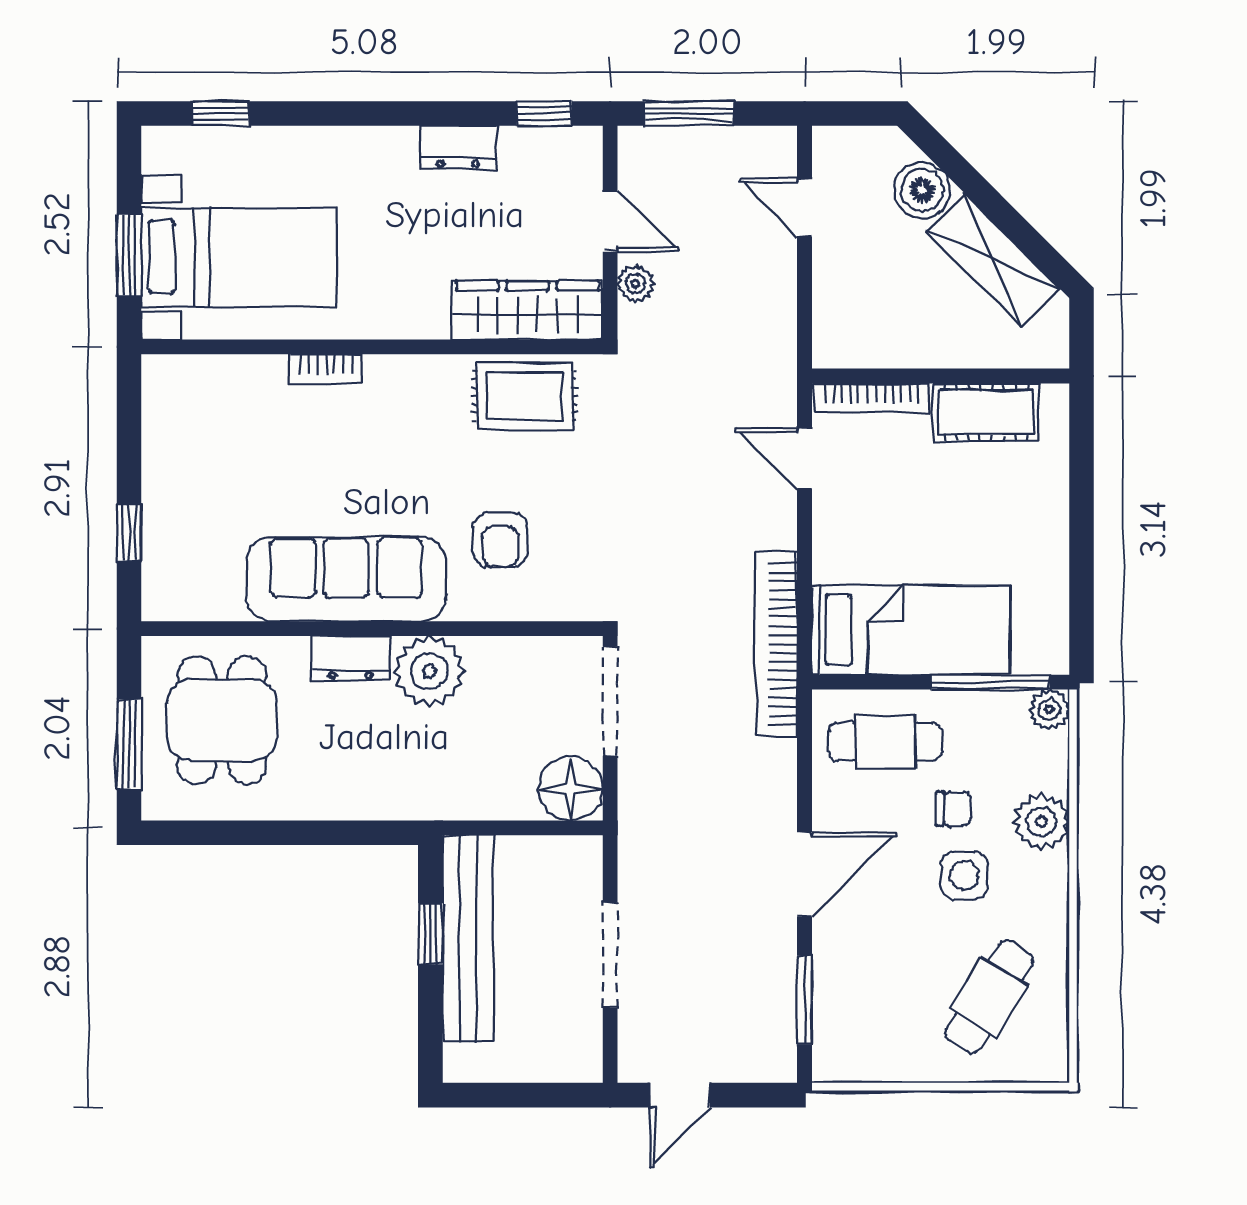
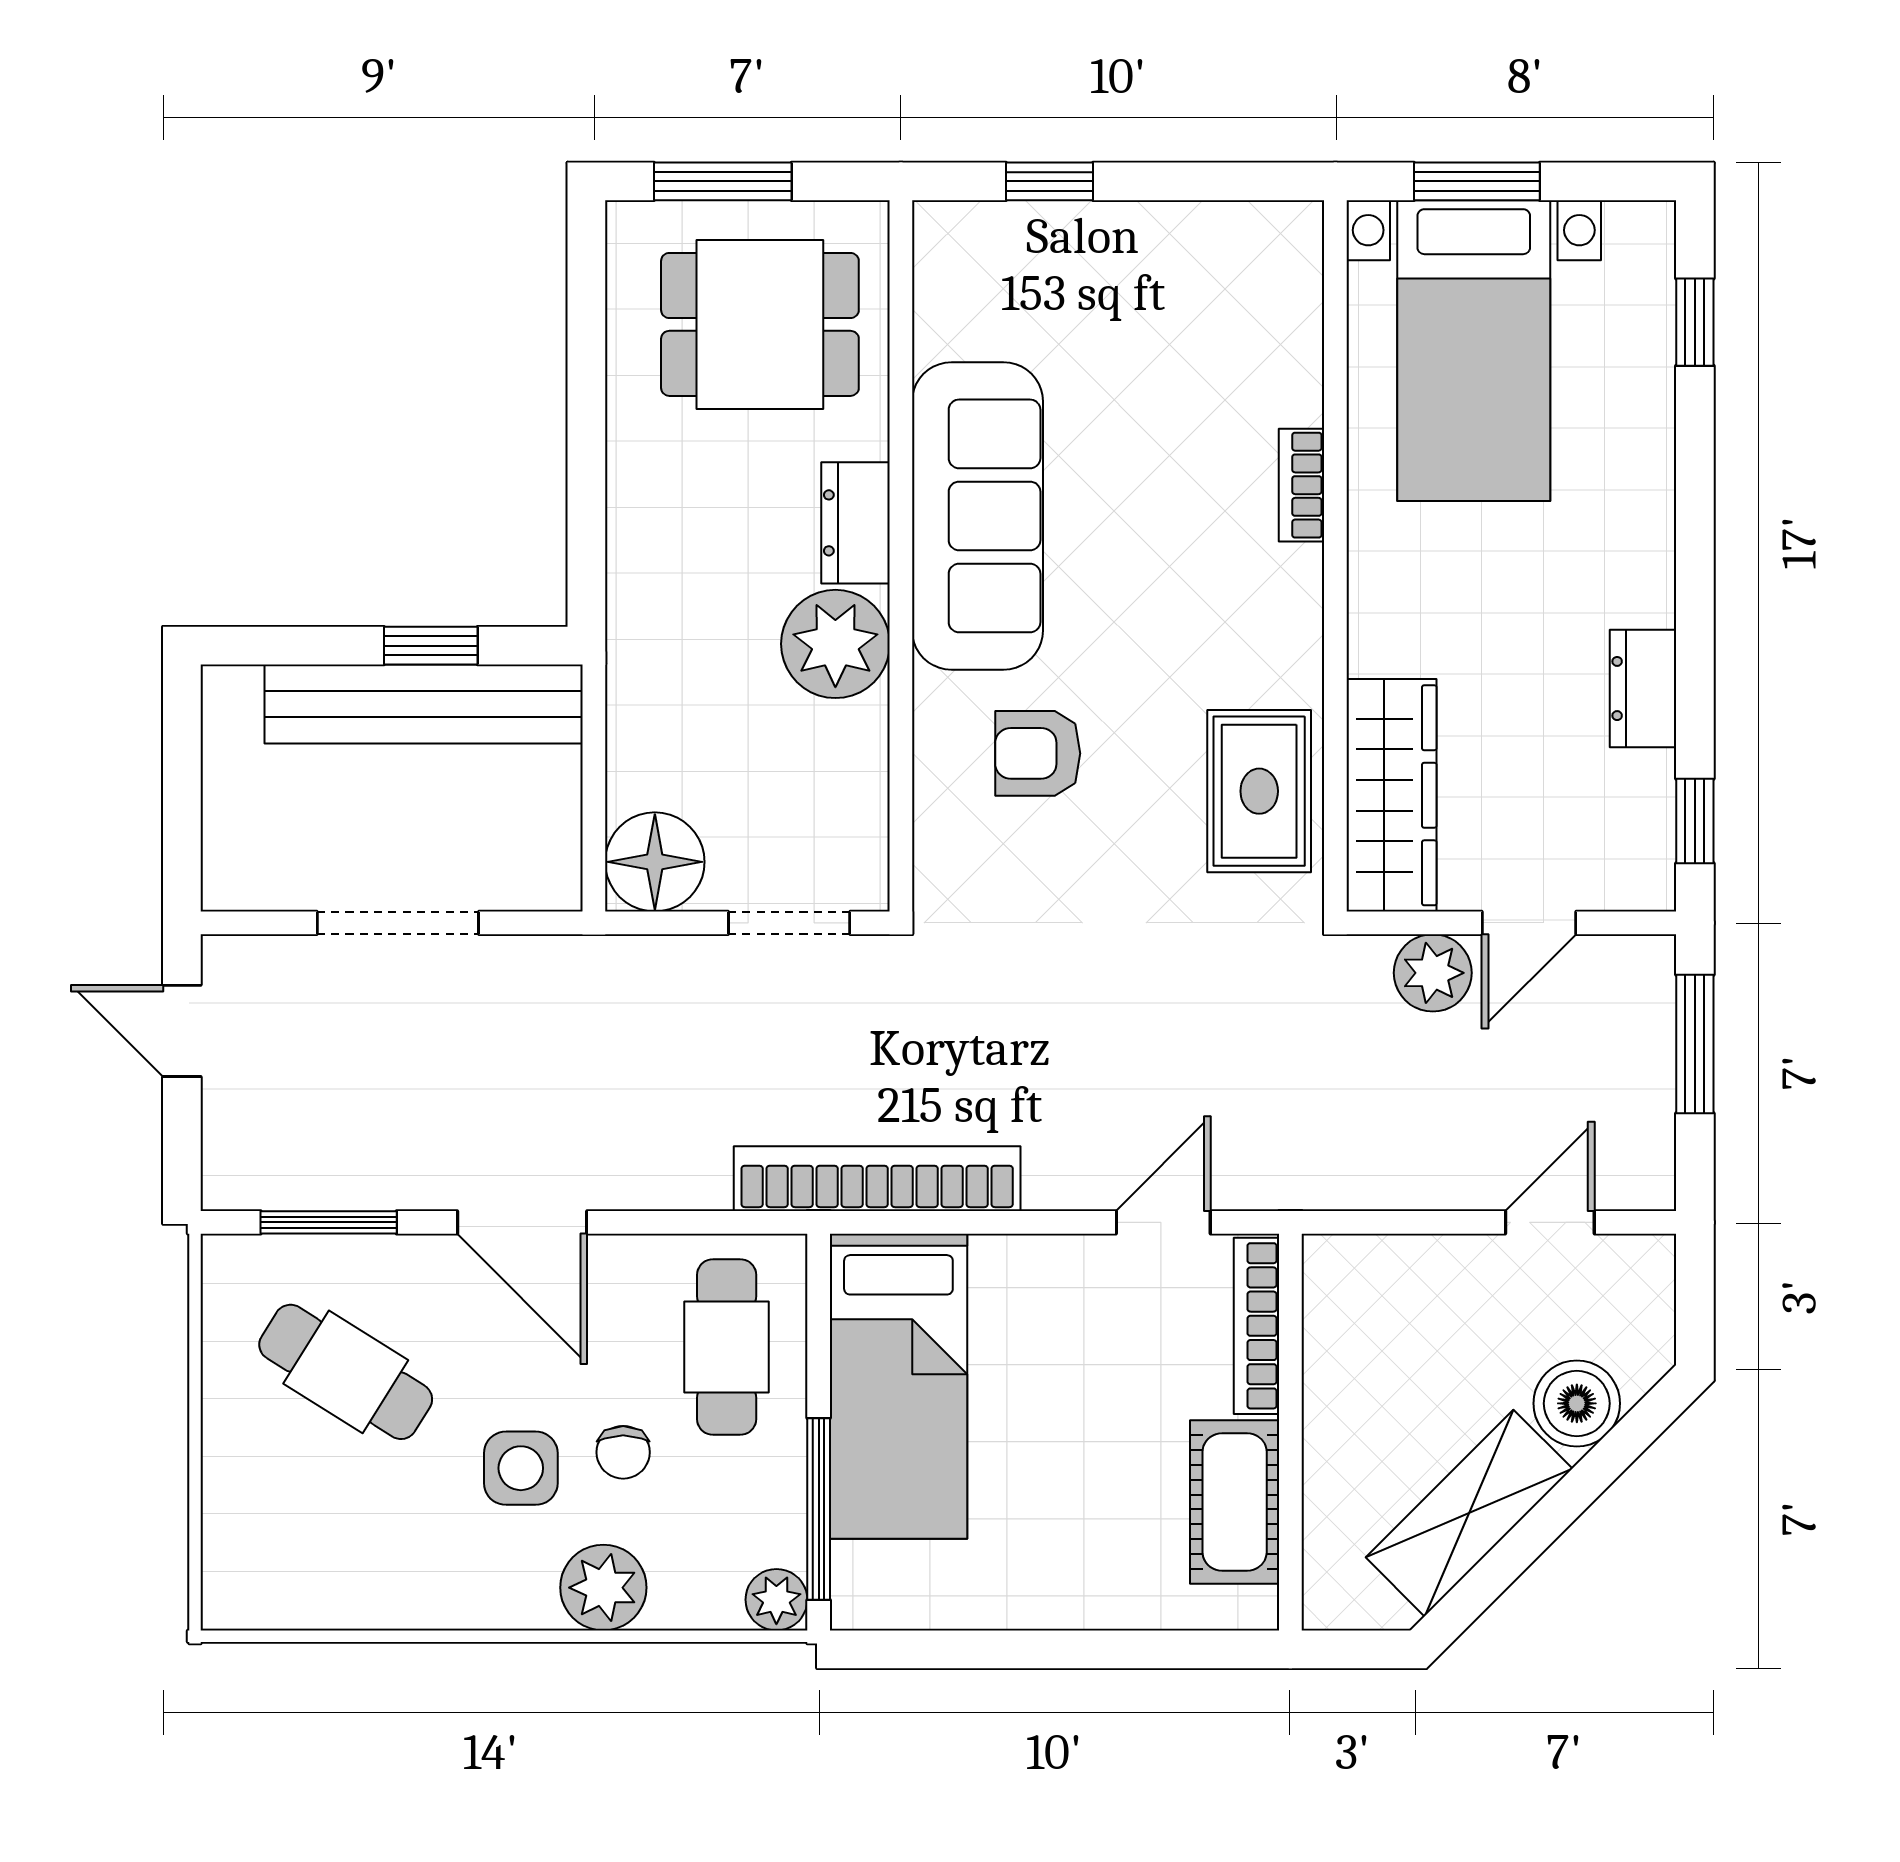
plant: (636, 284) -> (1433, 973), width x1.38, depth x1.38
doorway: (610, 701) -> (789, 923), width x0.73
cafe table: (989, 997) -> (346, 1372), moved

